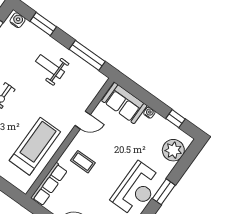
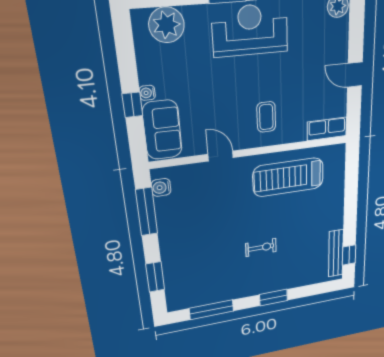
water cooler: (18, 20) -> (161, 187), moved
weight bench: (50, 67) -> (193, 234), removed
window: (175, 119) -> (132, 105), moved
row of seats: (49, 184) -> (327, 129), width x0.68

